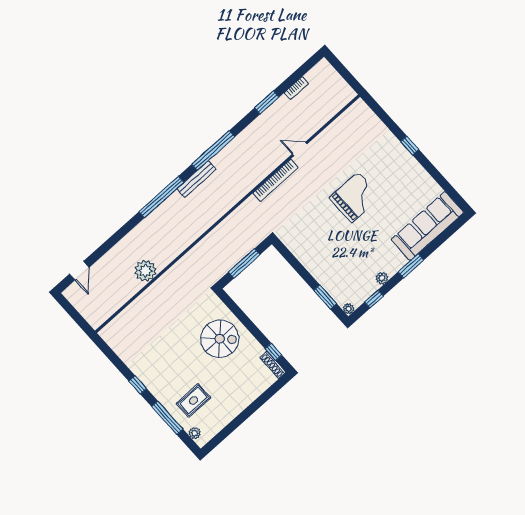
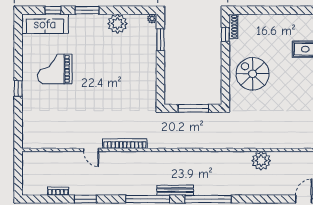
grand piano: (355, 197) -> (55, 69), moved
sofa: (427, 226) -> (45, 24), width x0.74, depth x0.79
plant: (382, 278) -> (117, 24), width x1.87, depth x1.87
window: (374, 299) -> (53, 10), moved

